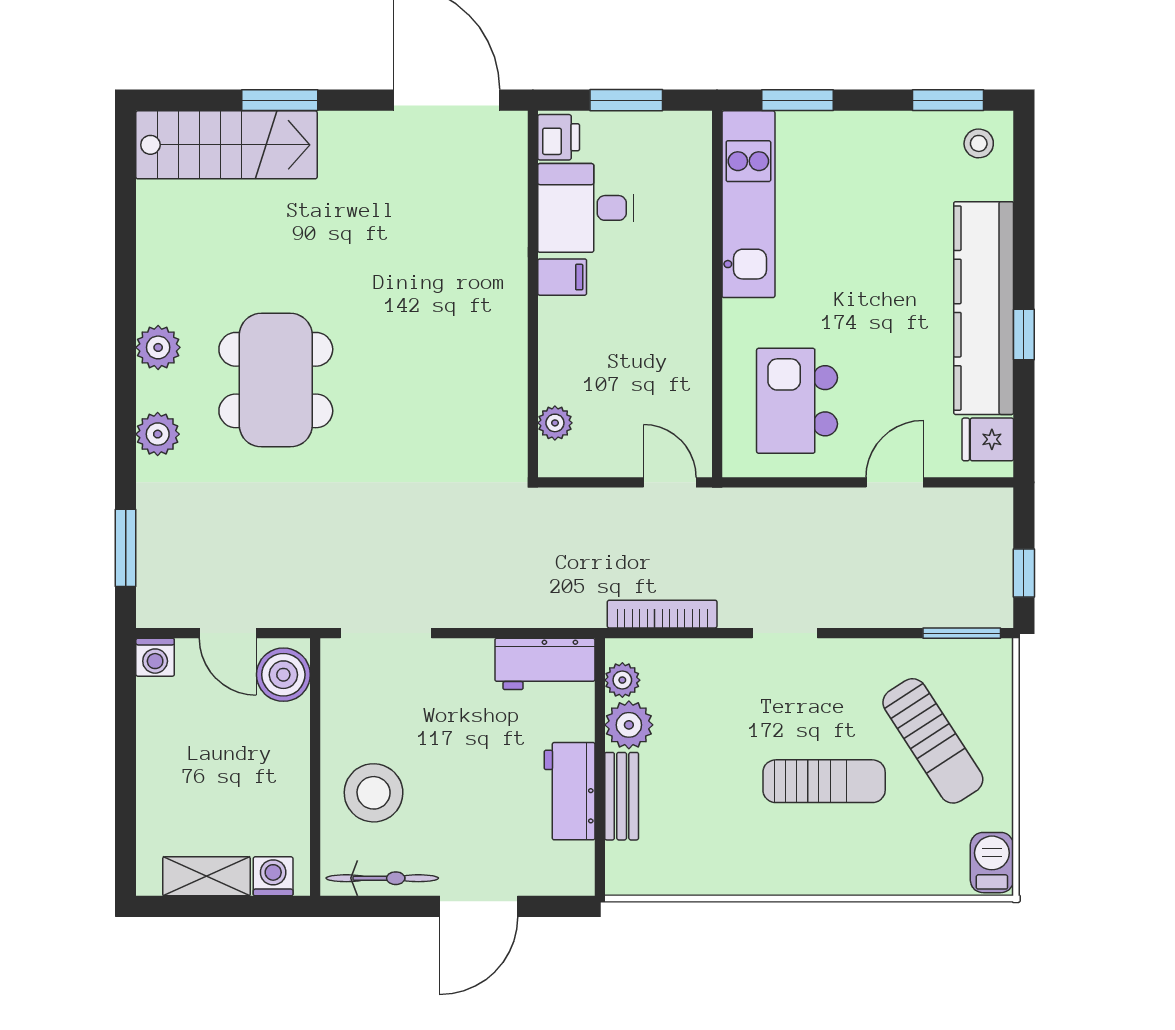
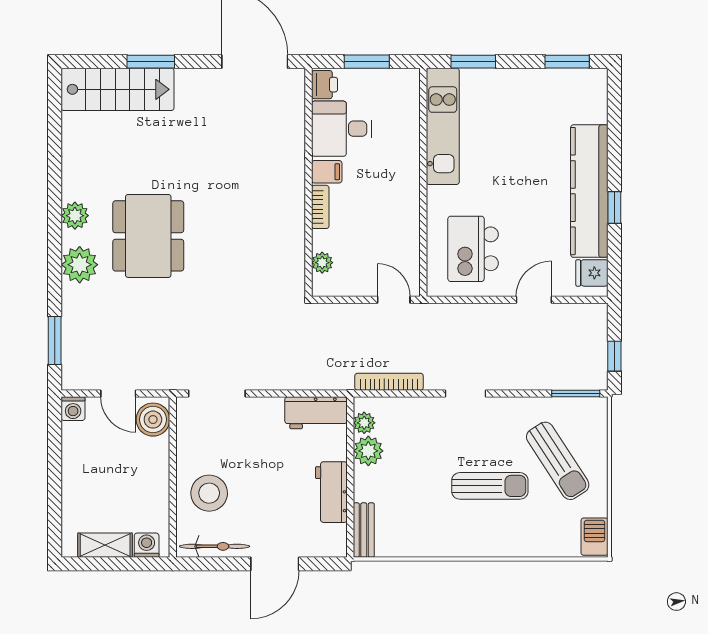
stool: (979, 143) -> (586, 88), removed
bookcase: (552, 334) -> (320, 207), added
plant: (158, 434) -> (80, 265), width x1.36, depth x1.36
bench: (622, 796) -> (364, 530), moved

